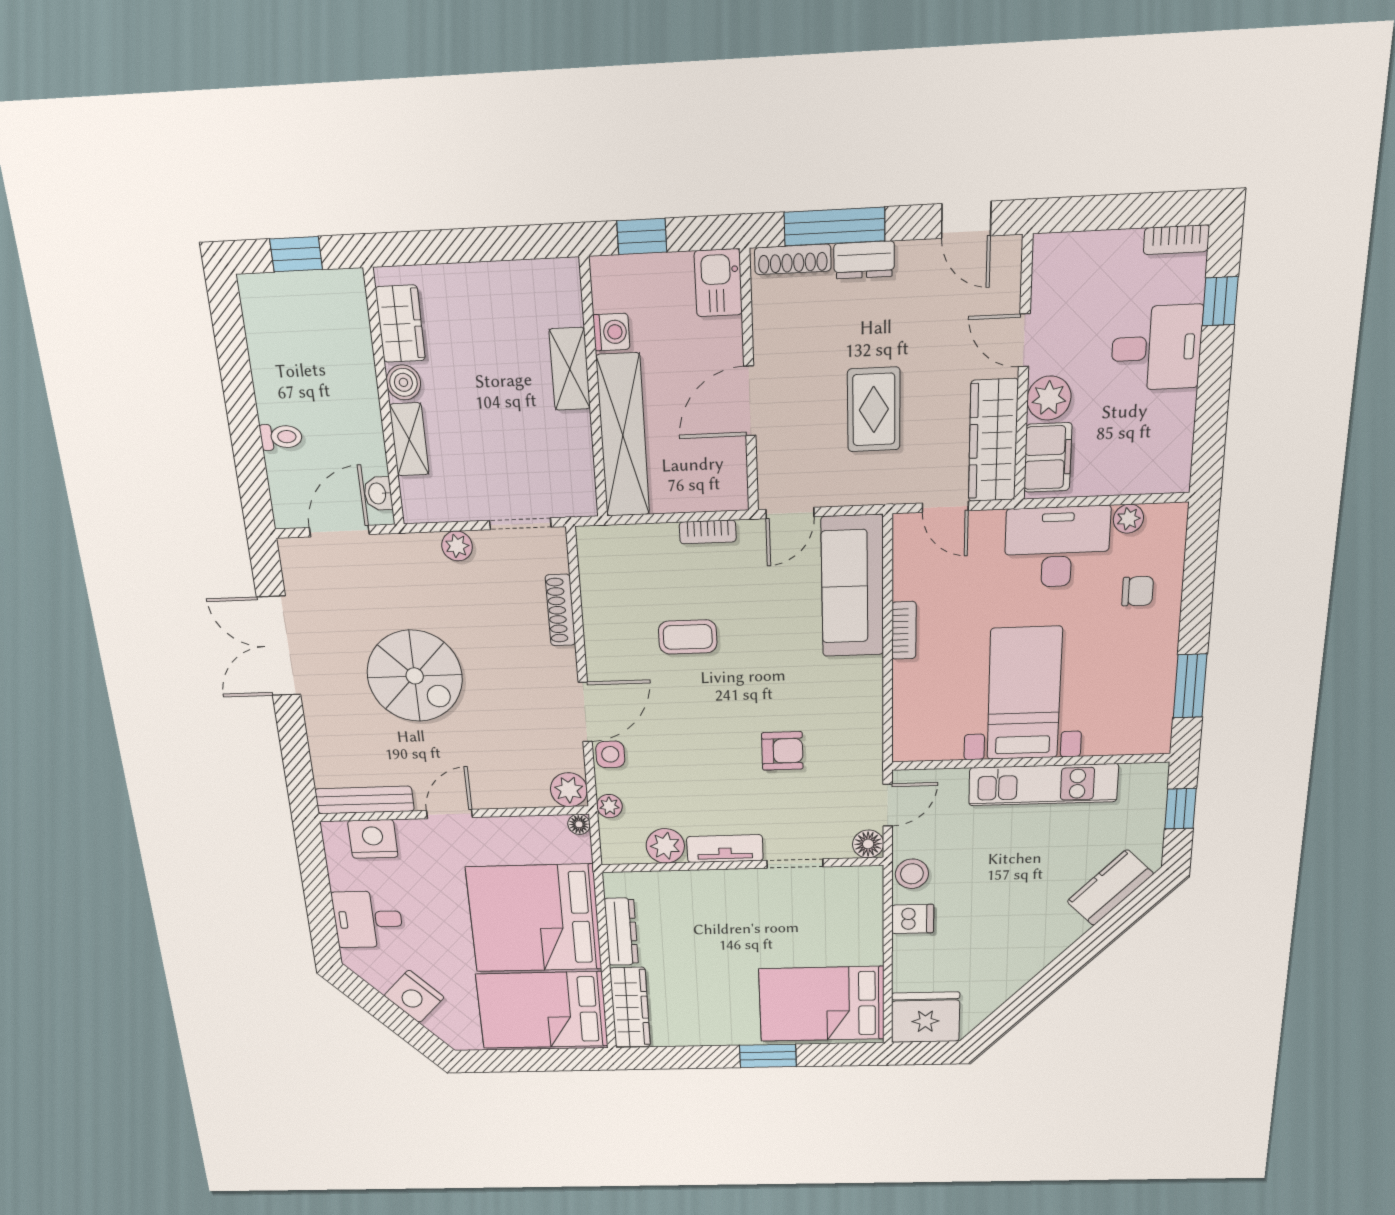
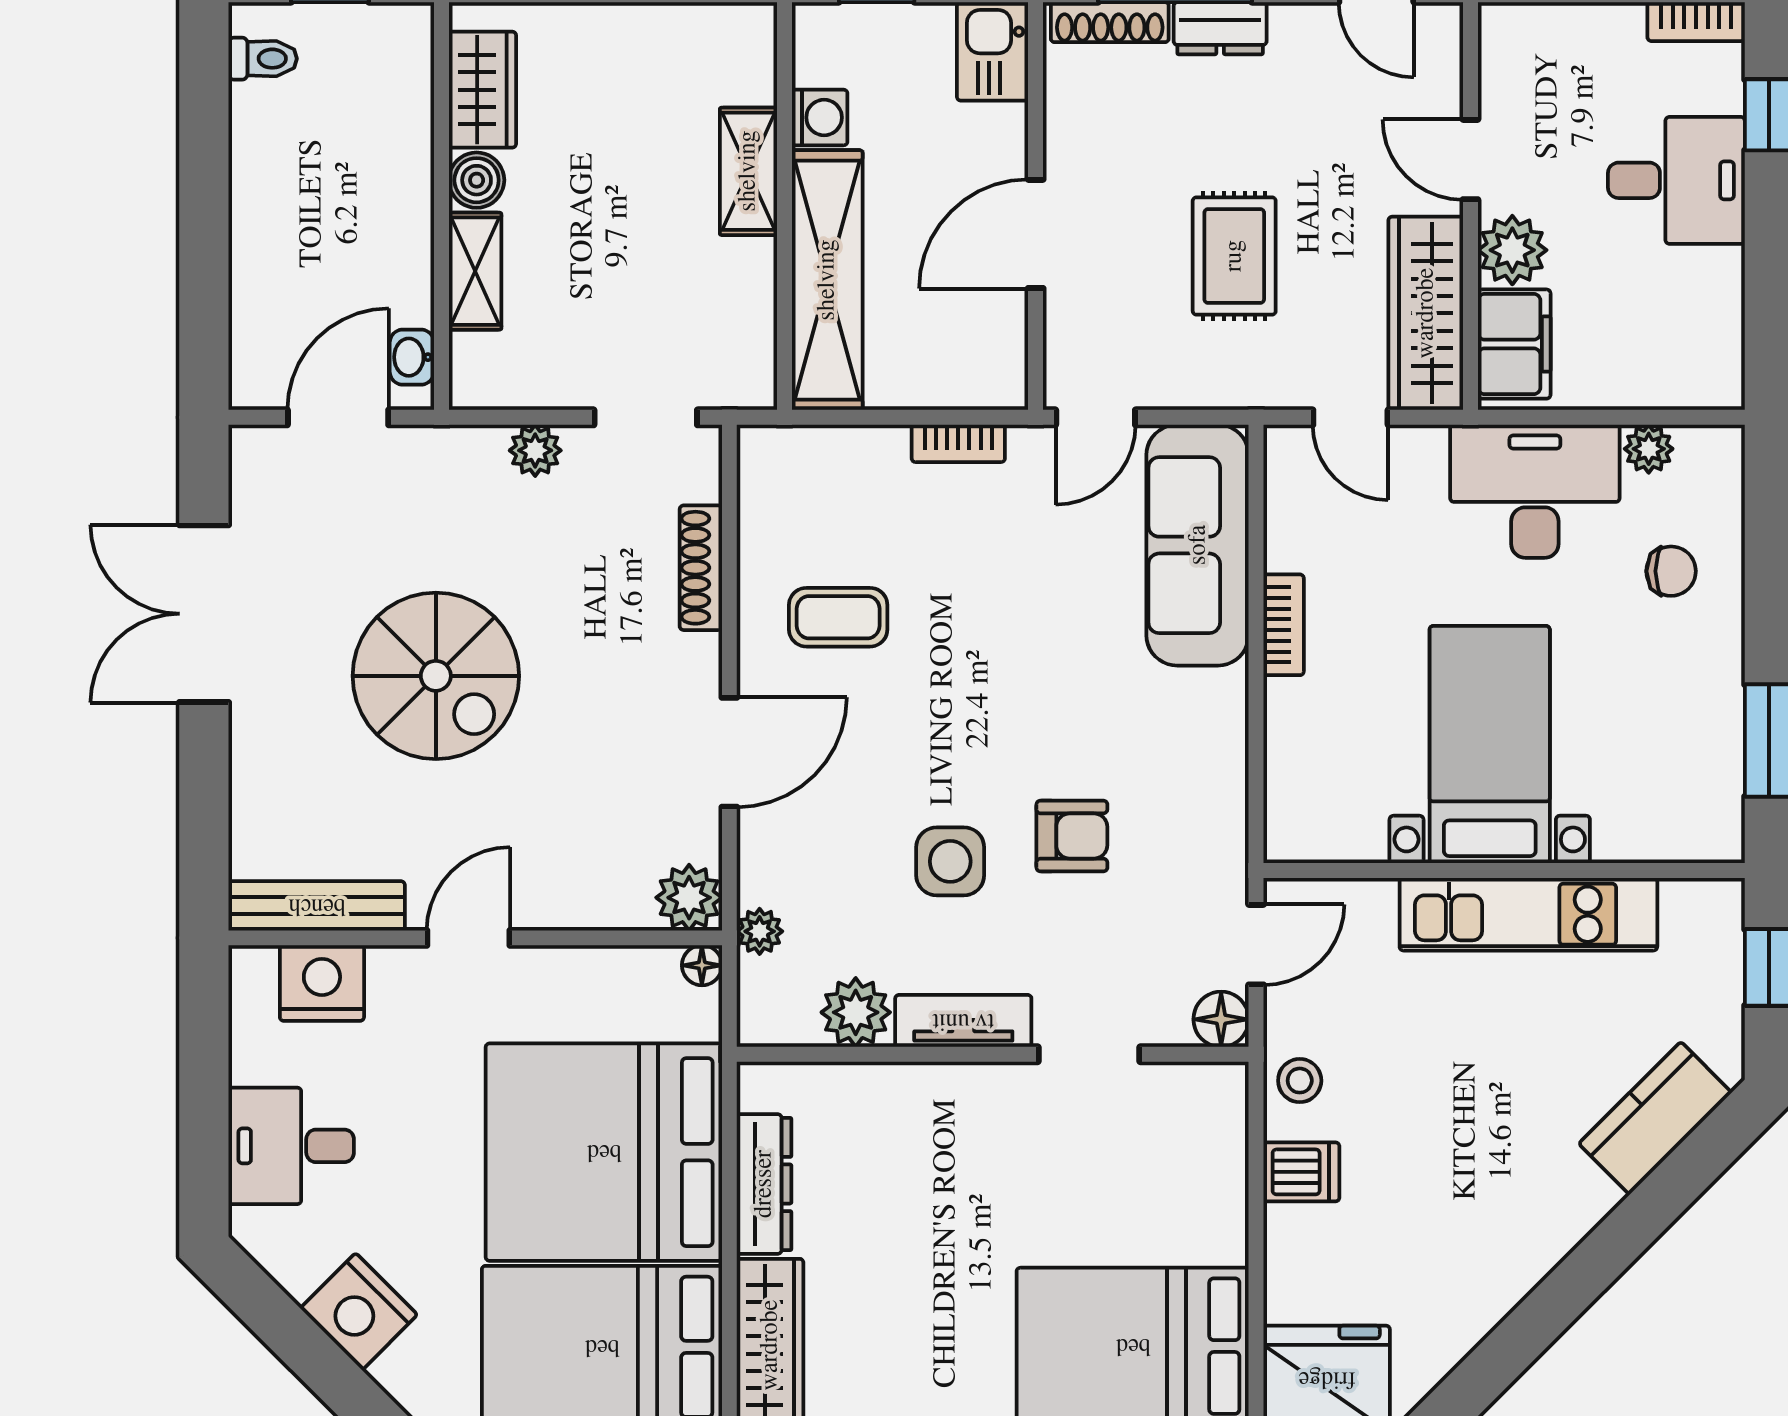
toilet: (281, 437) -> (263, 59), moved
coffee table: (688, 637) -> (838, 617), moved
side table: (610, 754) -> (950, 861), moved, width x1.37, depth x1.37
stool: (912, 874) -> (1300, 1081), width x0.73, depth x0.73

